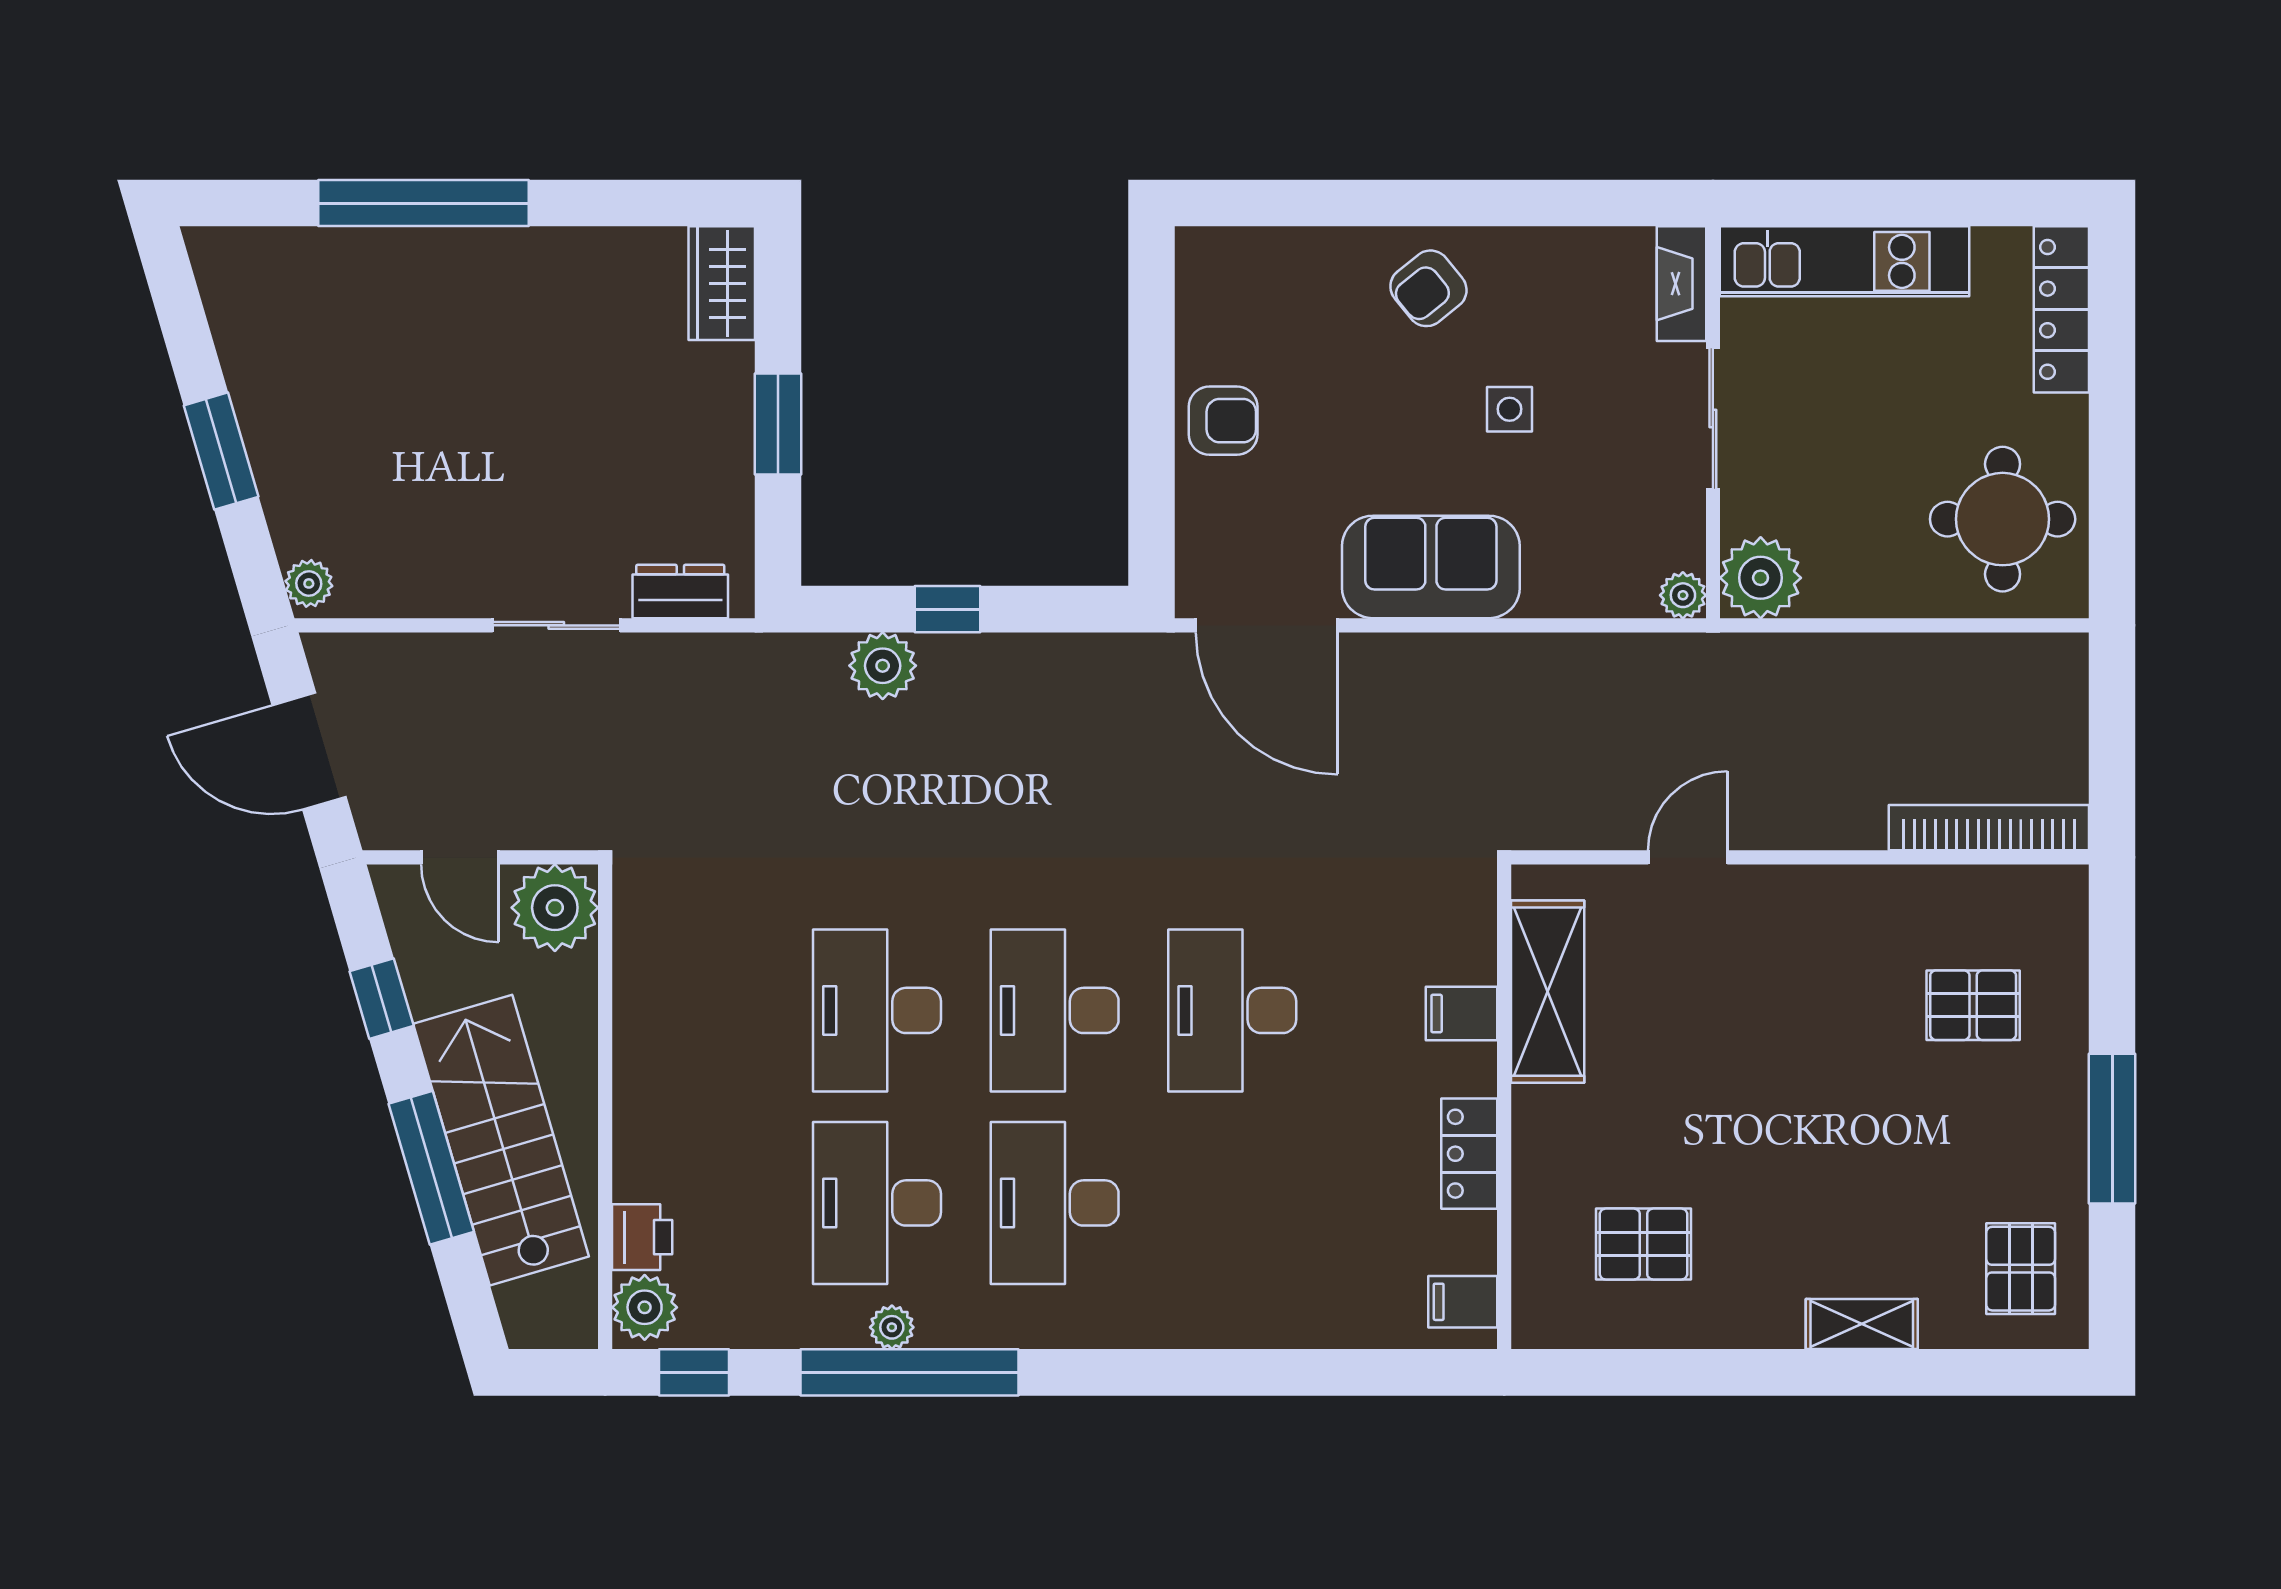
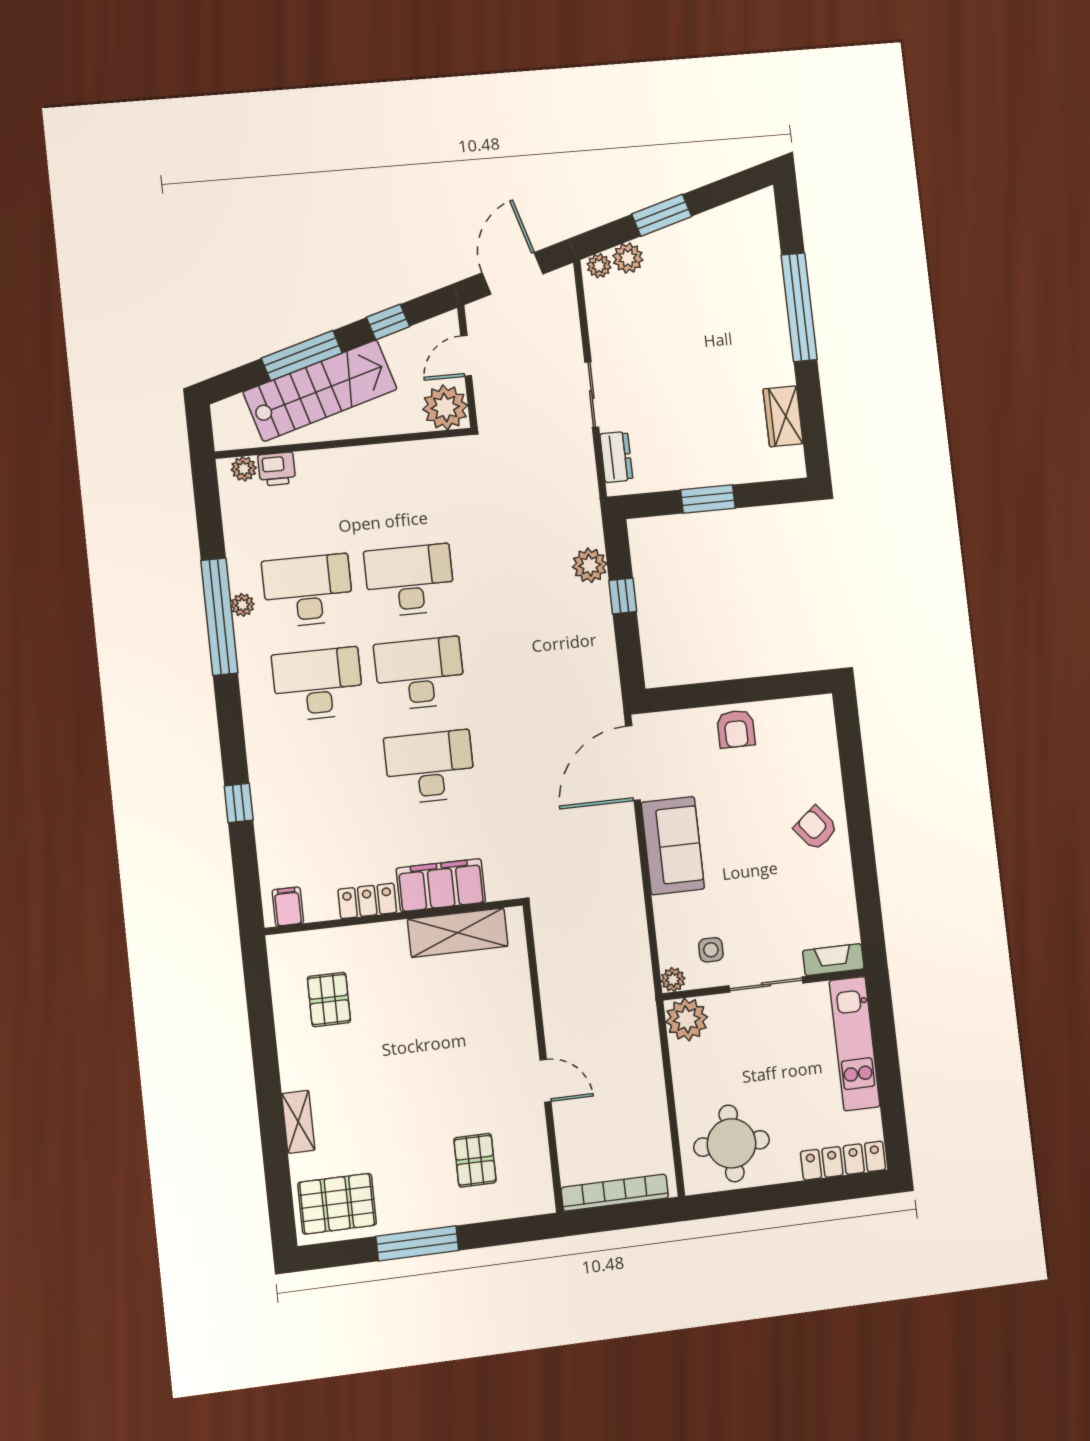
wardrobe: (722, 283) -> (783, 416), moved, turned -90
side table: (1509, 409) -> (711, 950), moved
plant: (298, 526) -> (628, 258), added
bookcase: (1989, 828) -> (615, 1193), moved, turned -90
door: (1688, 857) -> (546, 1081), moved
filing cabinet: (1462, 1013) -> (441, 885), width x3.00, depth x1.17
pallet: (2021, 1269) -> (337, 1204), width x1.50, depth x1.42
plant: (645, 1307) -> (244, 469), width x0.73, depth x0.73
window: (694, 1372) -> (239, 803), moved

